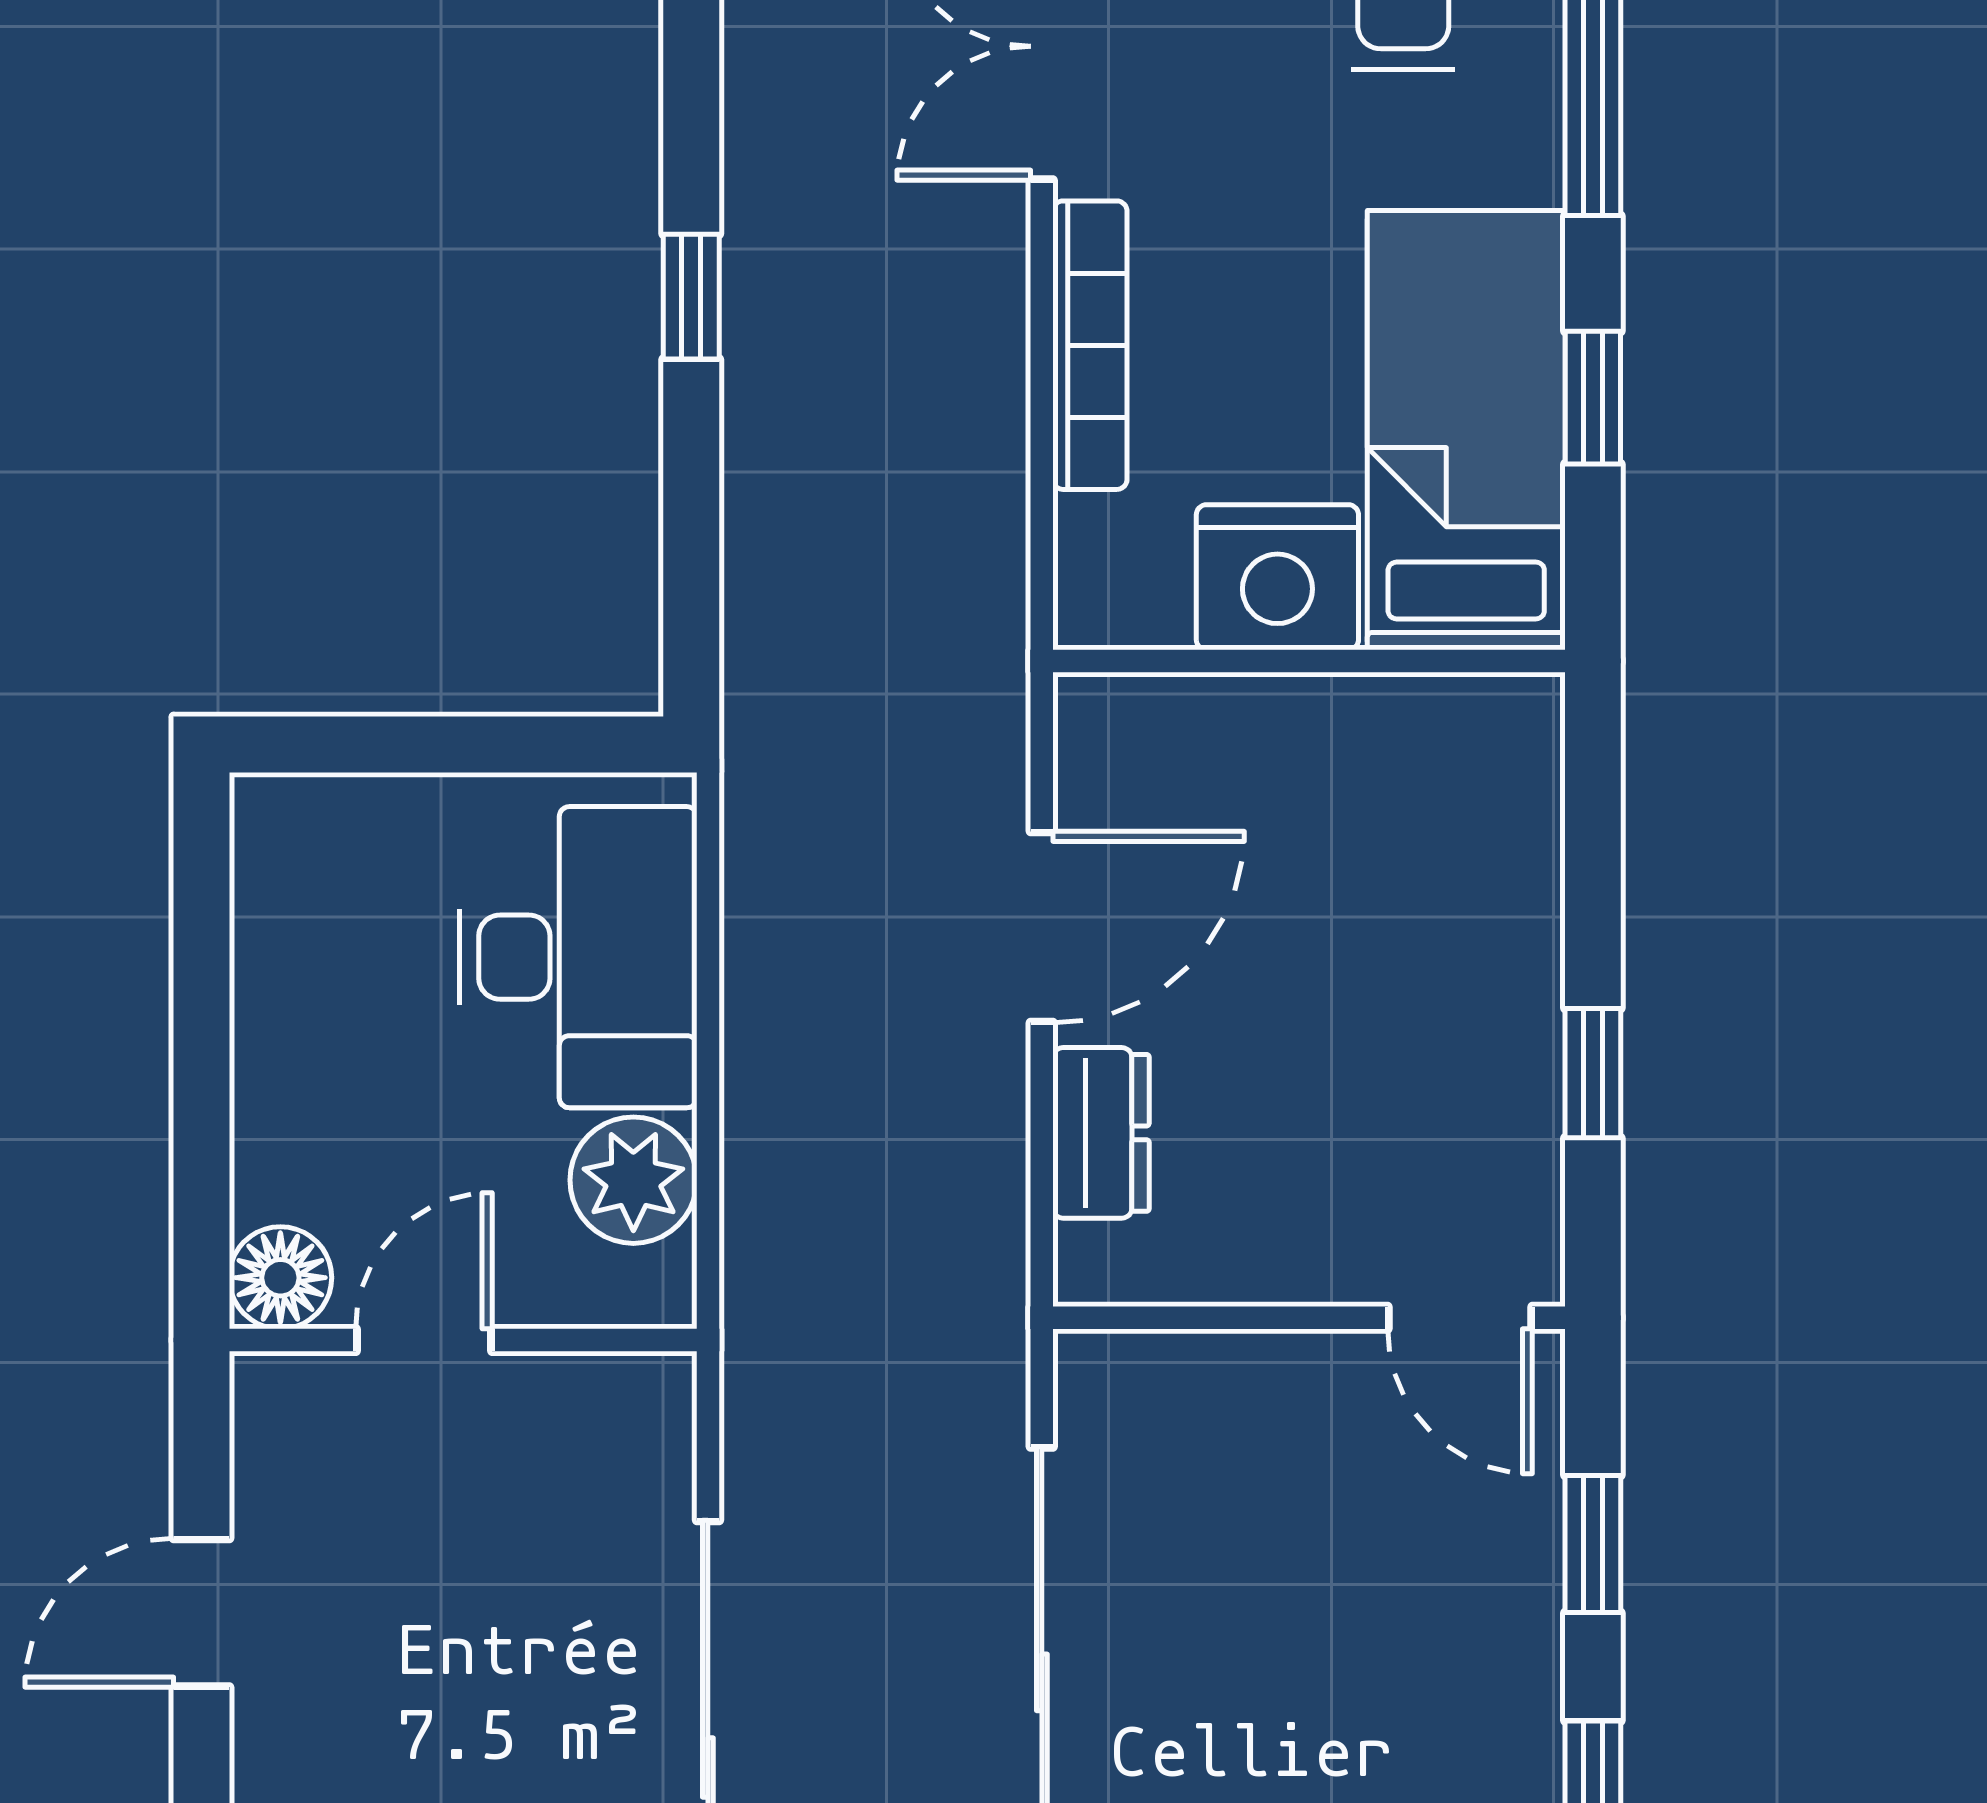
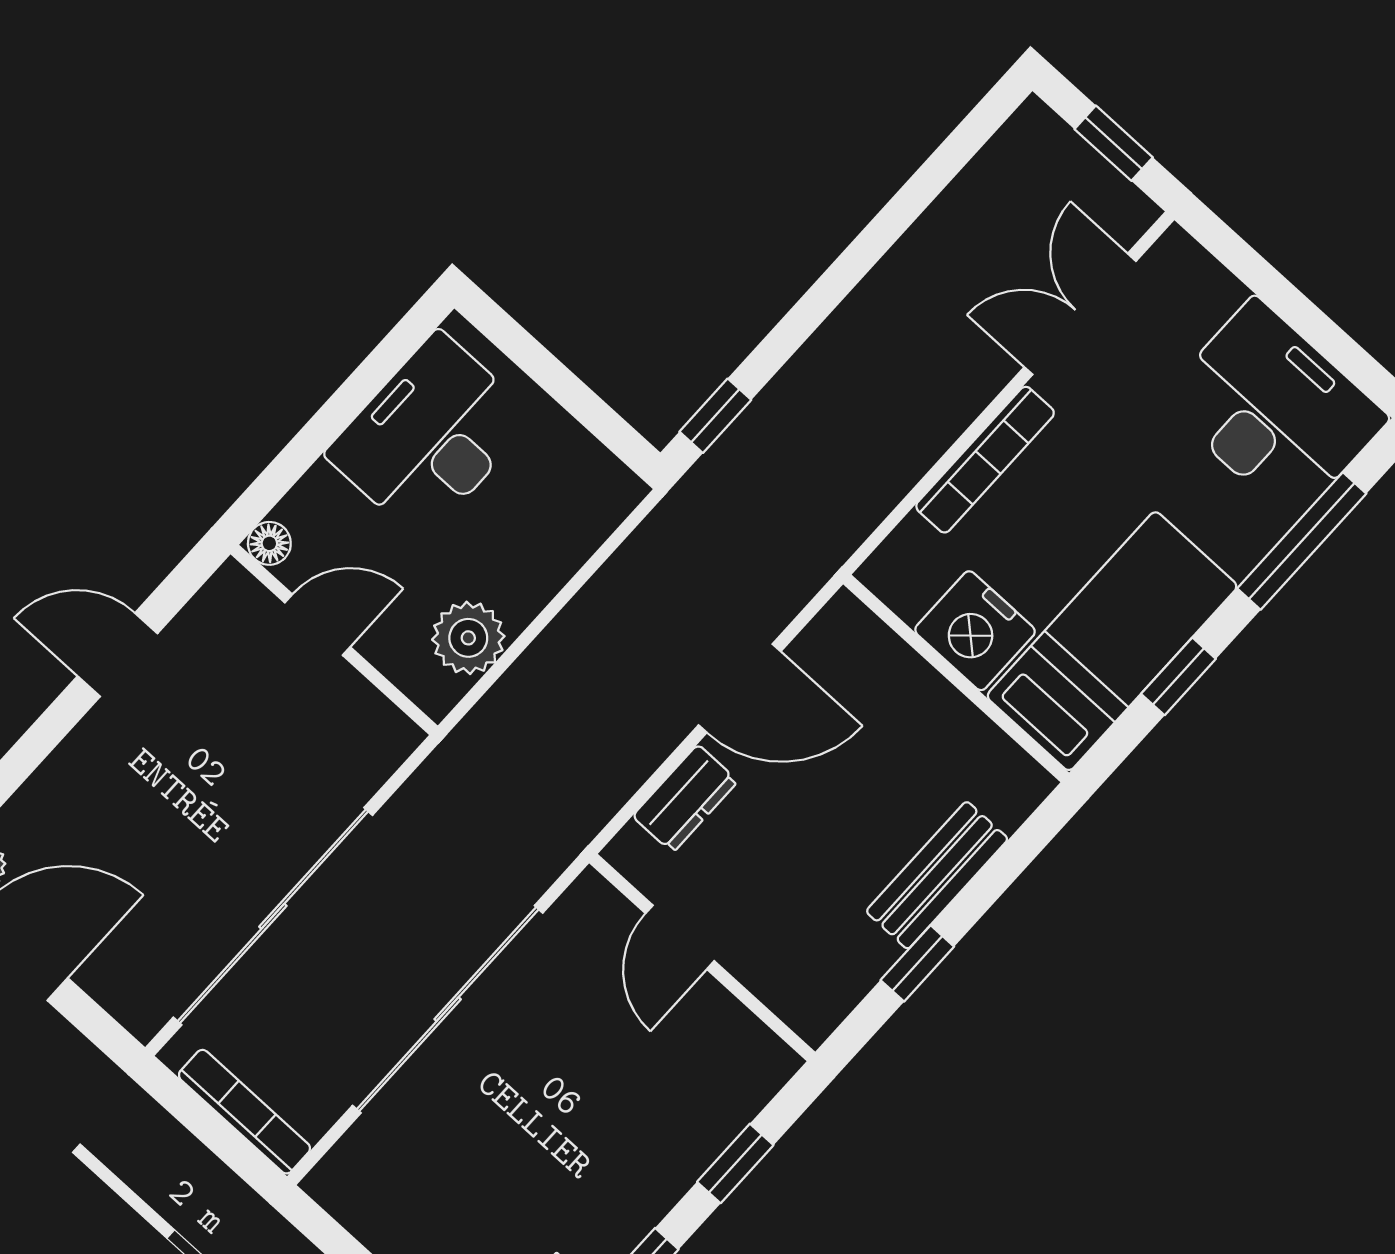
window: (691, 297) -> (715, 416), moved
bench: (1515, 937) -> (937, 875), added
desk: (578, 957) -> (430, 436), moved, turned 180
floor lamp: (280, 1278) -> (269, 543), width x0.73, depth x0.73
door: (1460, 1318) -> (680, 937), moved

